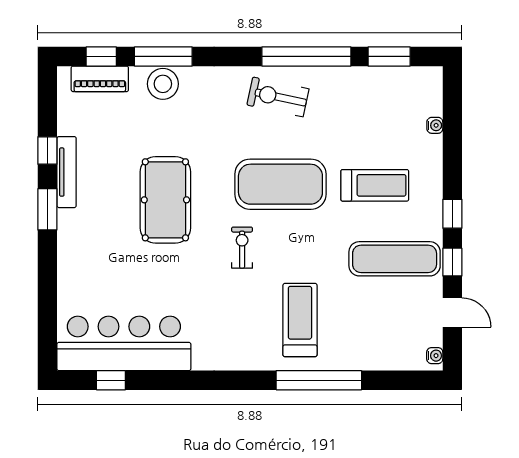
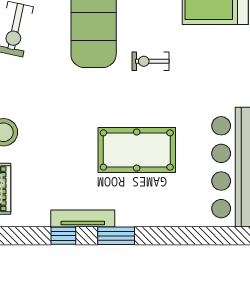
pool table: (165, 200) -> (137, 150), moved

